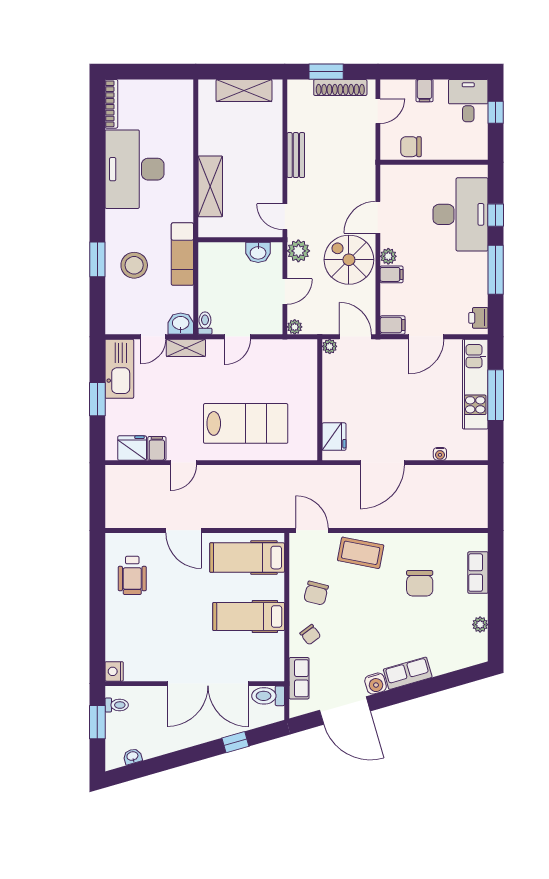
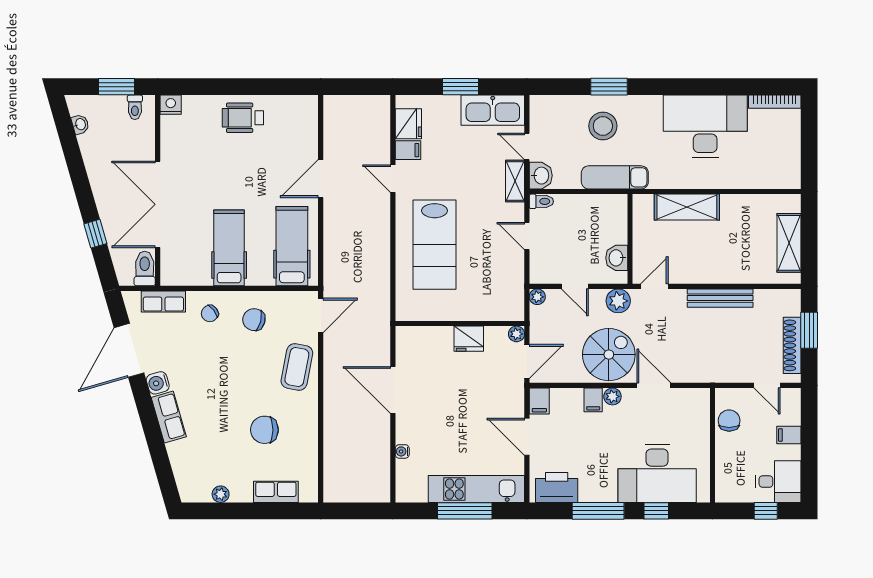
bench: (296, 155) -> (720, 298), width x1.36
printer: (478, 318) -> (557, 487), width x1.87, depth x1.48
fridge: (334, 437) -> (469, 339), moved
wheelchair: (132, 575) -> (243, 118), moved

